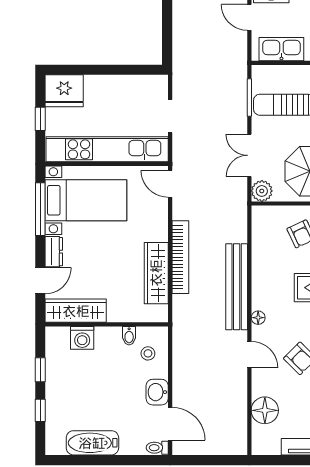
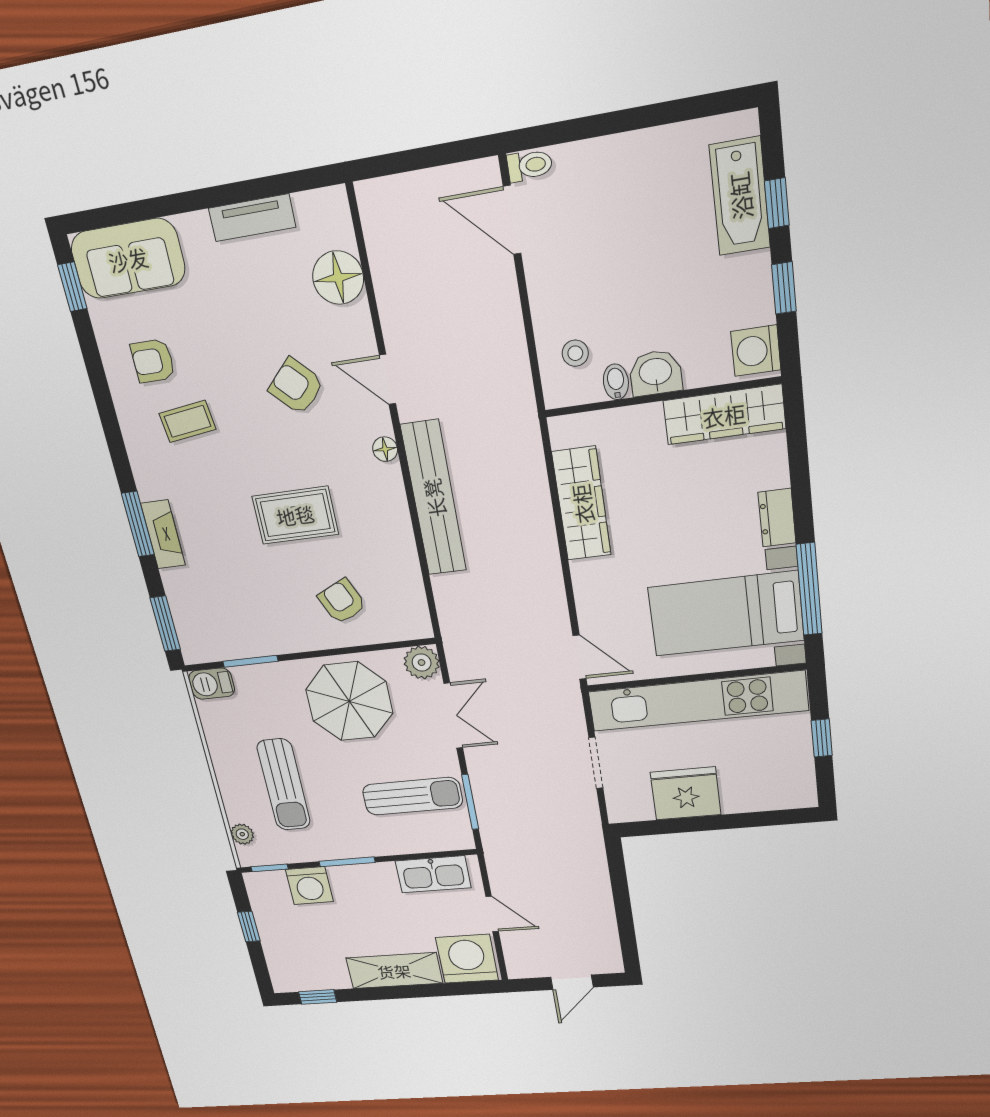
fridge: (64, 91) -> (686, 794), moved
bookcase: (180, 257) -> (542, 537), removed
door: (40, 281) -> (798, 461), removed
washing machine: (82, 338) -> (756, 351), moved, turned -90
washbasin: (157, 392) -> (656, 373), moved, turned -90
bathtub: (92, 443) -> (740, 196), moved, turned 90

